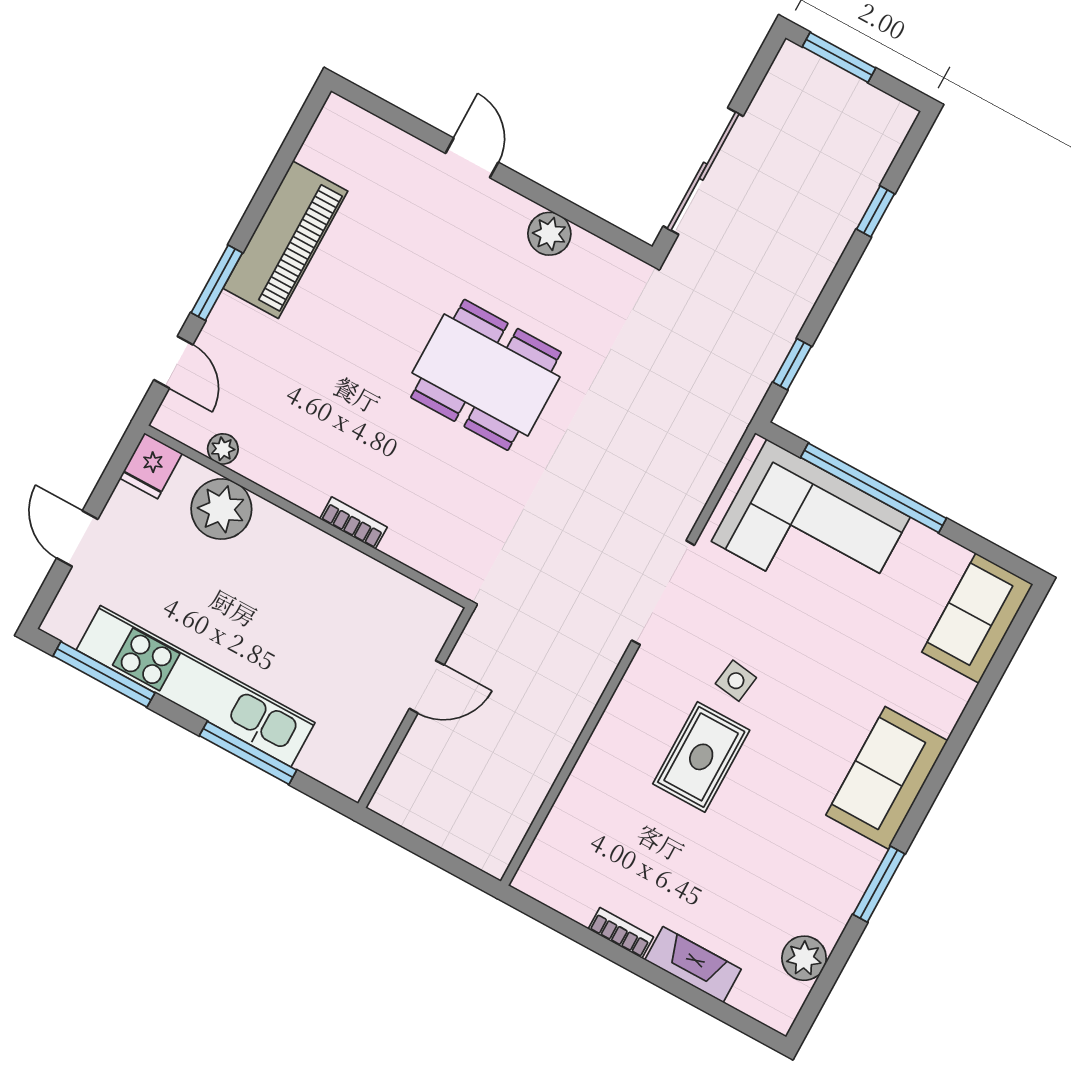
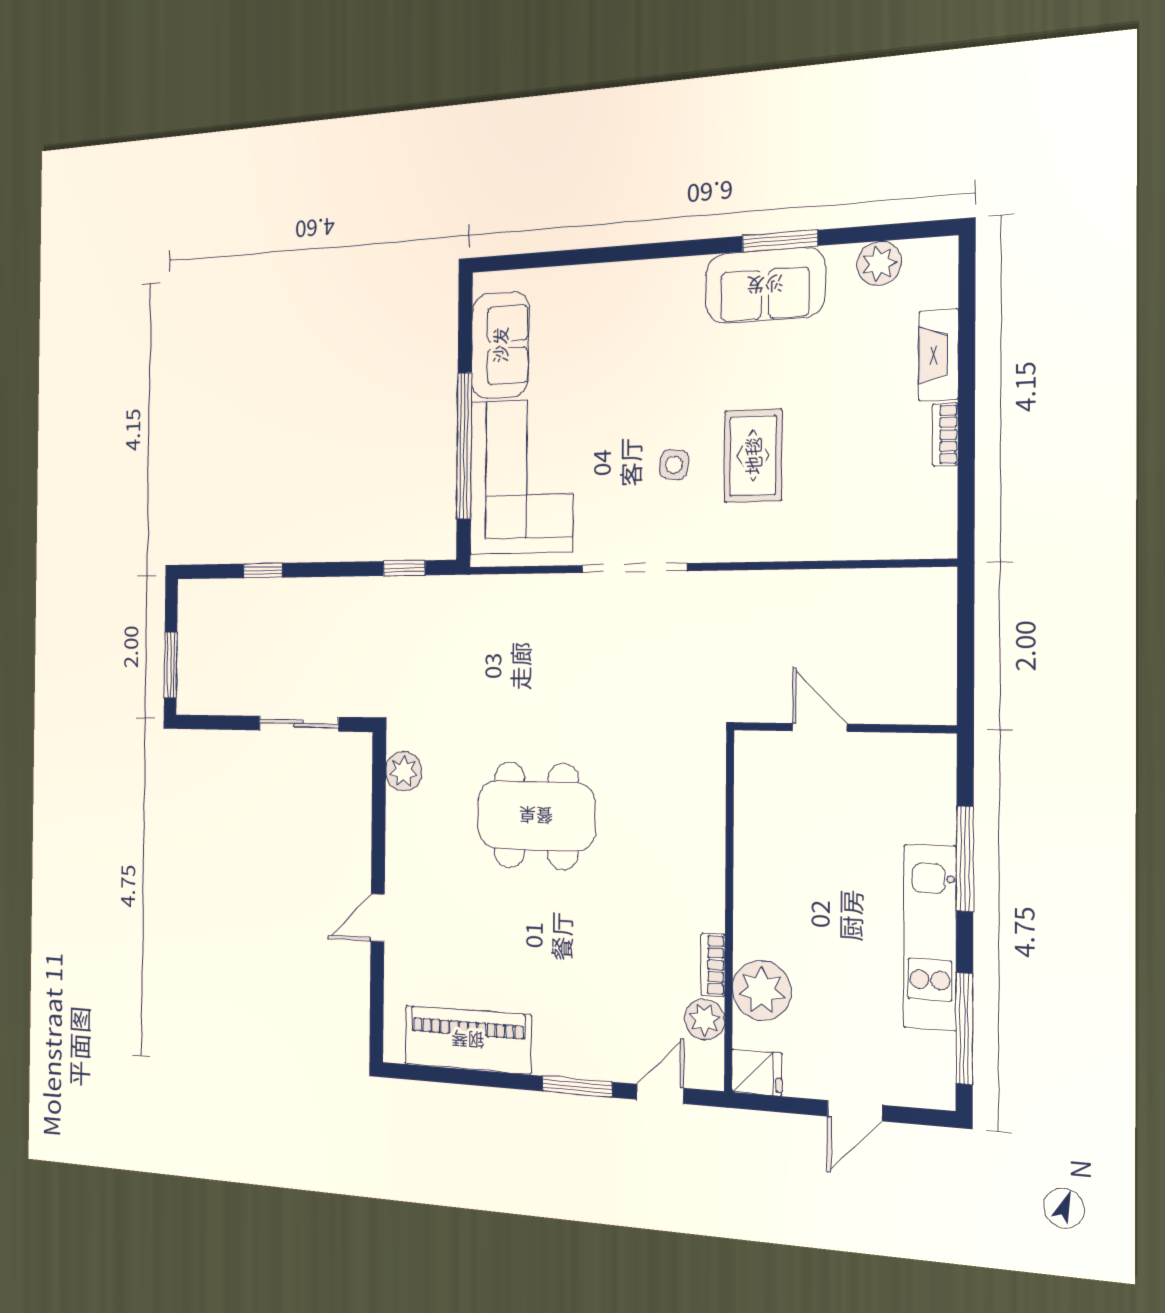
sliding door: (703, 171) -> (299, 724), width x0.73
plant: (549, 234) -> (404, 771), moved
piano: (285, 240) -> (468, 1040), moved
dining table: (486, 375) -> (536, 816), turned 90
plant: (223, 449) -> (705, 1019), width x1.38, depth x1.38
bookcase: (353, 523) -> (713, 965), moved
sofa: (977, 618) -> (500, 345), moved, turned -90
kitchen unit: (196, 686) -> (930, 937), width x0.73
rug: (701, 757) -> (753, 456), turned 90
sofa: (887, 778) -> (765, 285), moved

